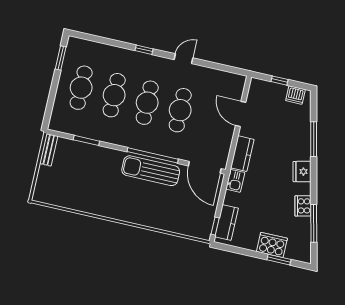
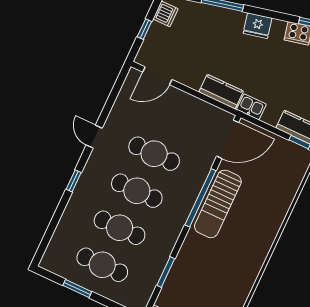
window: (61, 58) -> (77, 288), moved
door: (241, 114) -> (157, 76), moved

